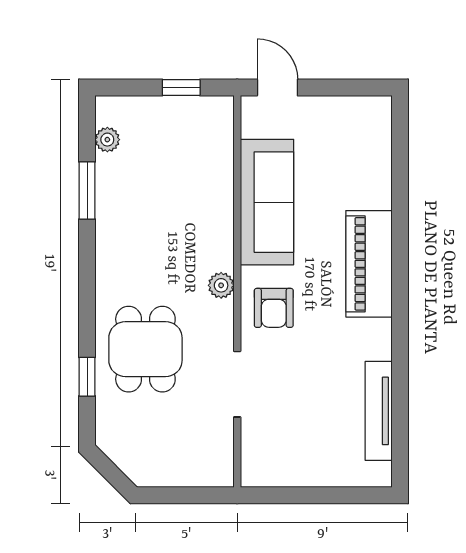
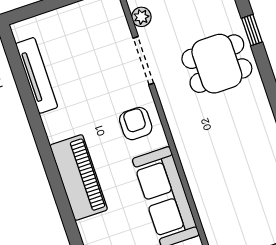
plant: (221, 285) -> (141, 17), moved
dining table: (145, 349) -> (217, 64), turned 90

